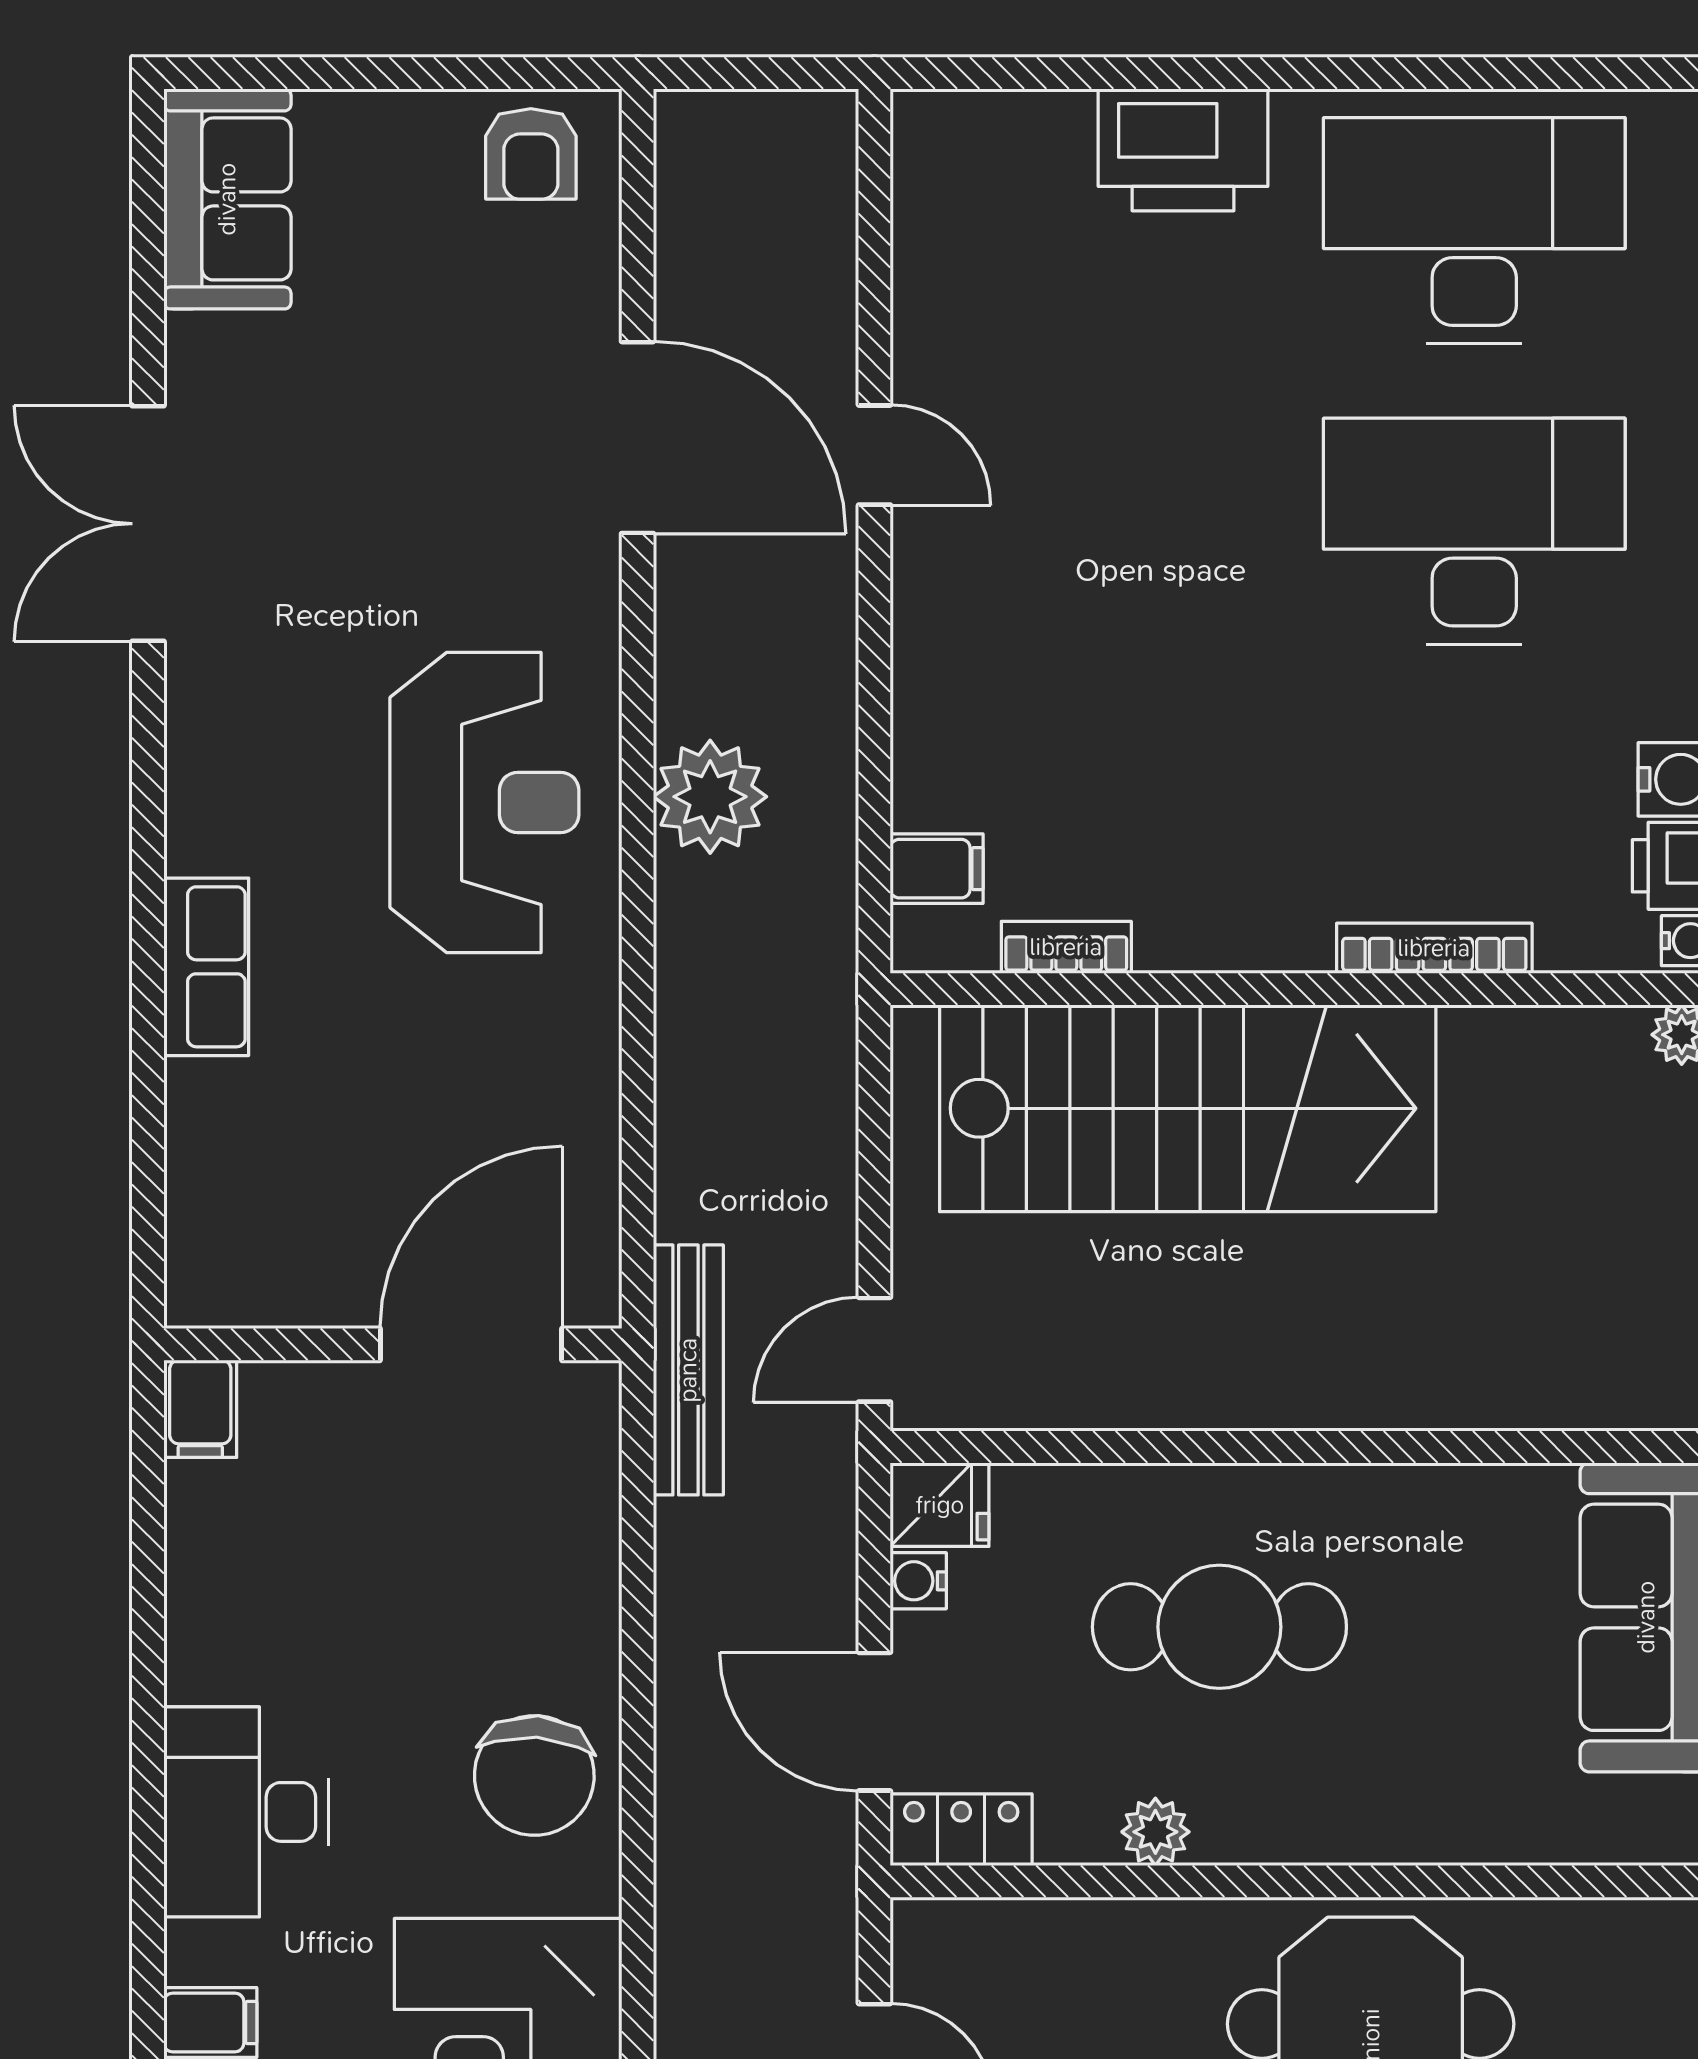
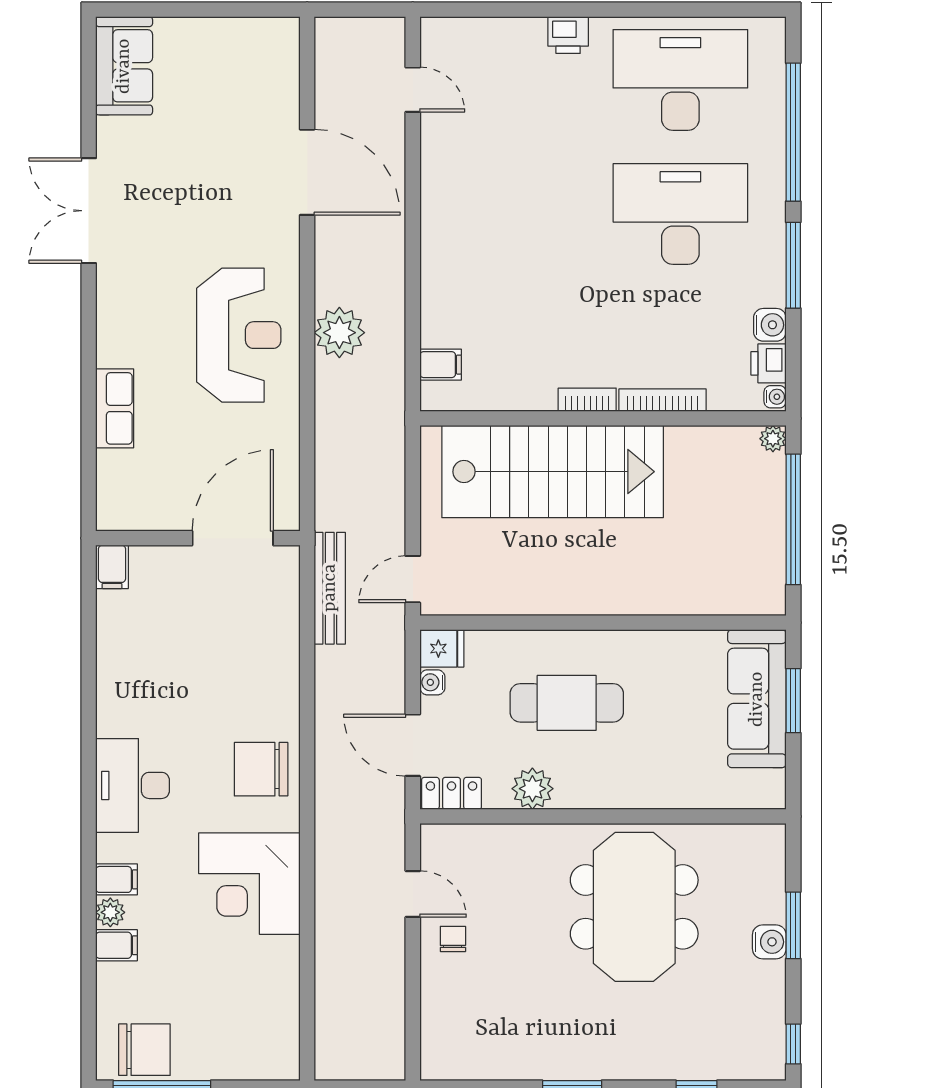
printer: (1183, 150) -> (568, 35), width x0.53, depth x0.68
armchair: (531, 154) -> (260, 46), removed
door: (874, 455) -> (413, 90), moved
bookcase: (1066, 947) -> (587, 400), moved
wall: (393, 1344) -> (198, 538), moved
door: (471, 1344) -> (233, 538), moved
filing cabinet: (200, 1409) -> (112, 567), moved
chair: (534, 1775) -> (261, 769), turned 86
plant: (1155, 1832) -> (532, 789), width x1.38, depth x1.38

